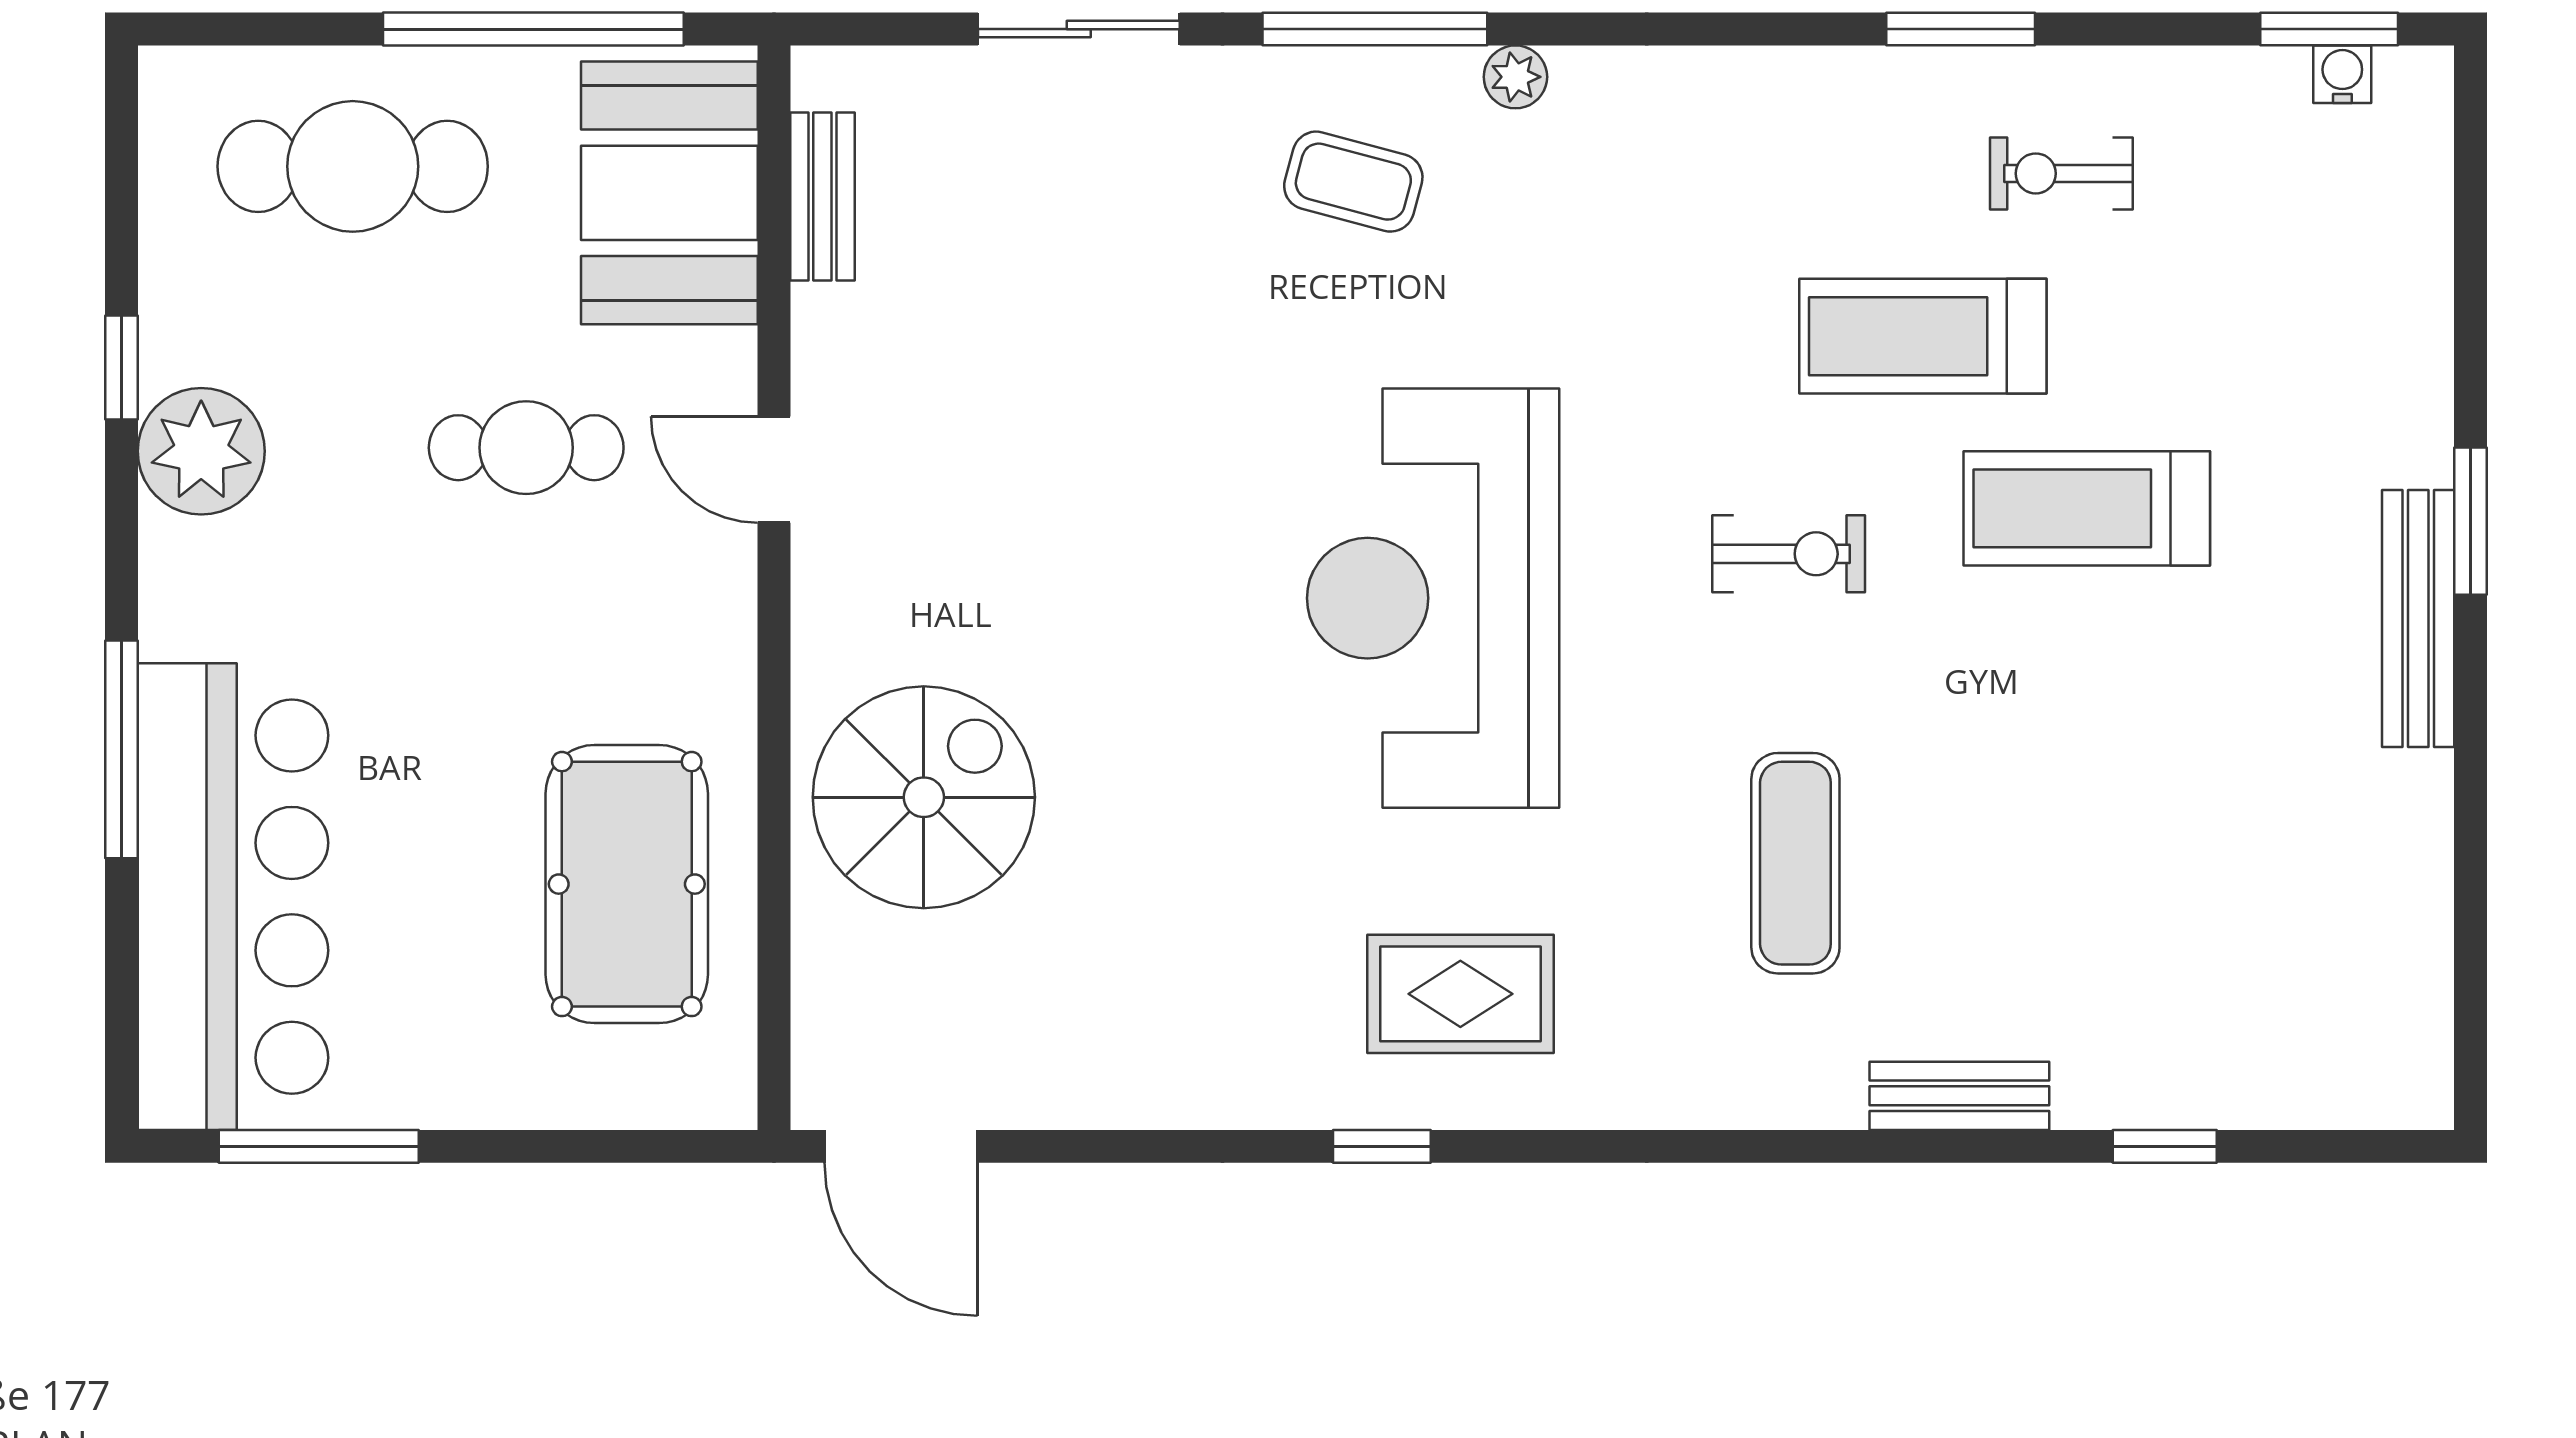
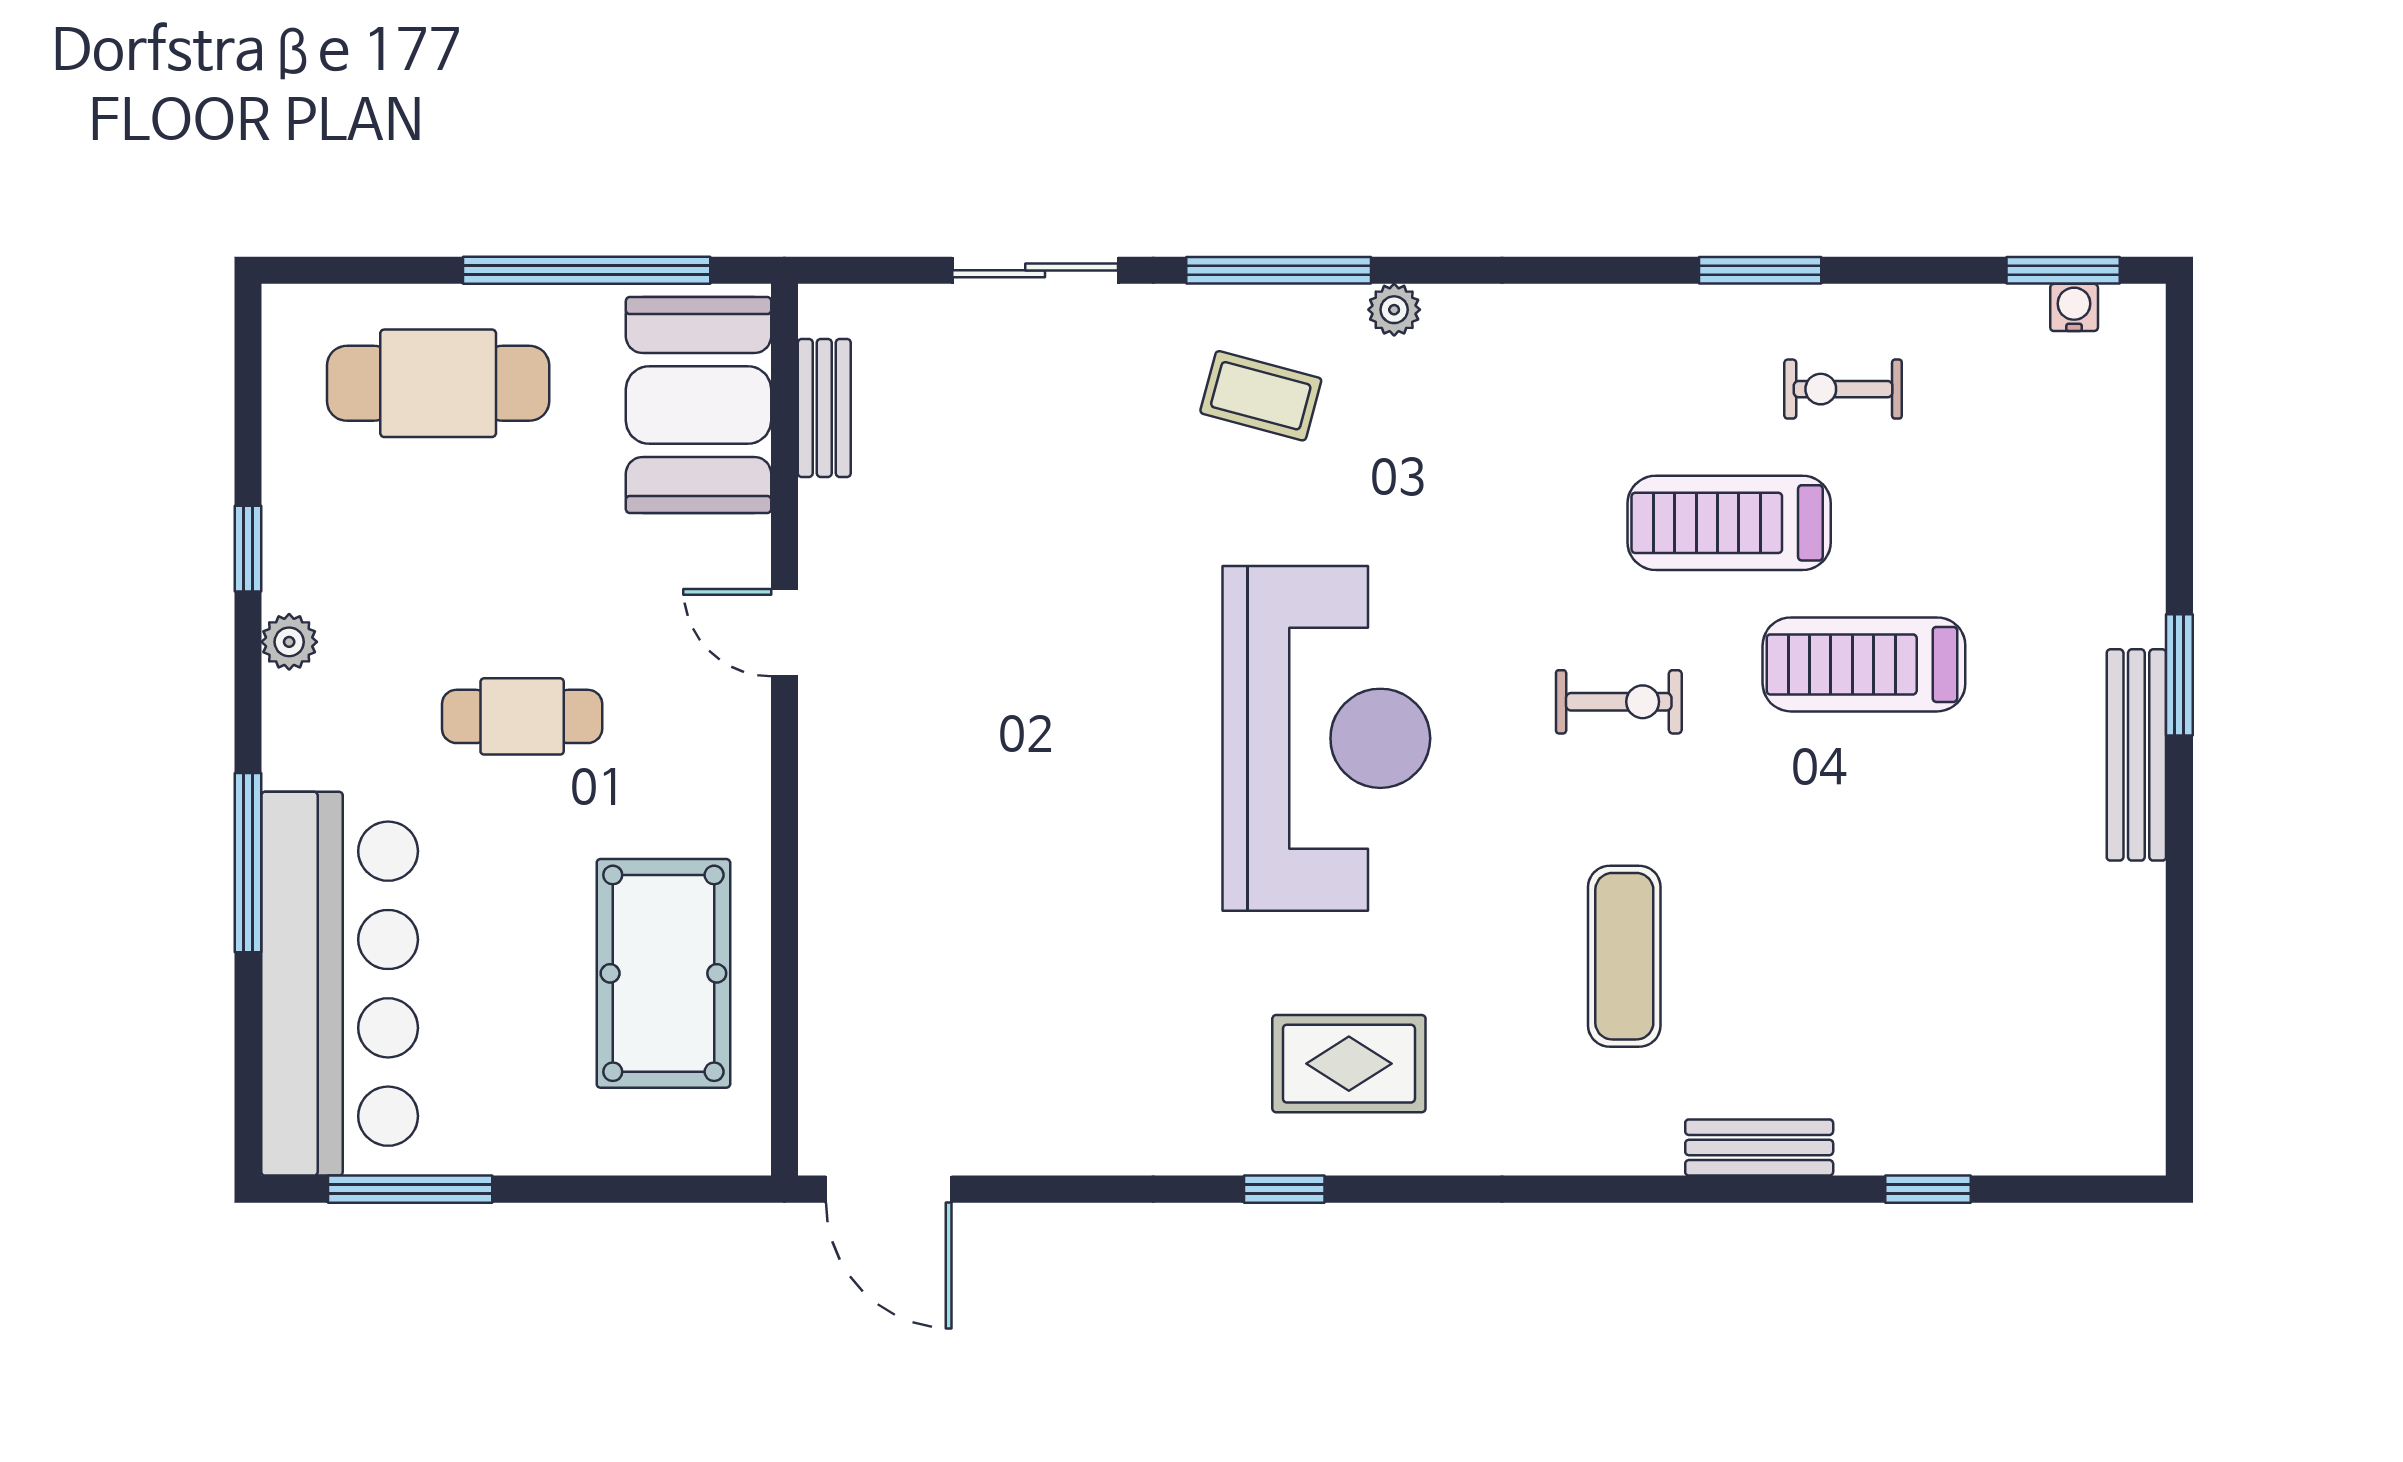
cafe table: (526, 448) -> (522, 716), moved
plant: (201, 451) -> (289, 642), width x0.53, depth x0.53
reception desk: (1433, 598) -> (1326, 738), turned 180
spiral stairs: (924, 797) -> (908, 902), removed

